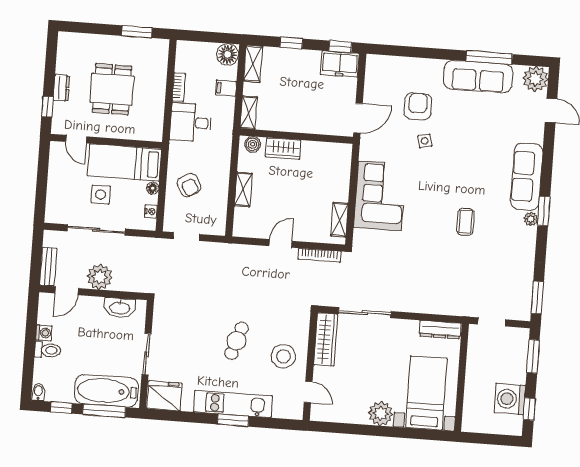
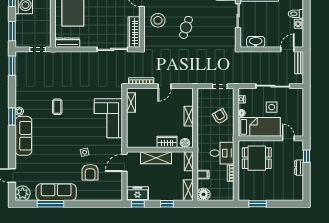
dining table: (112, 89) -> (257, 158), moved, turned 90
shelving: (304, 123) -> (156, 158), added
plant: (100, 277) -> (269, 59), removed

